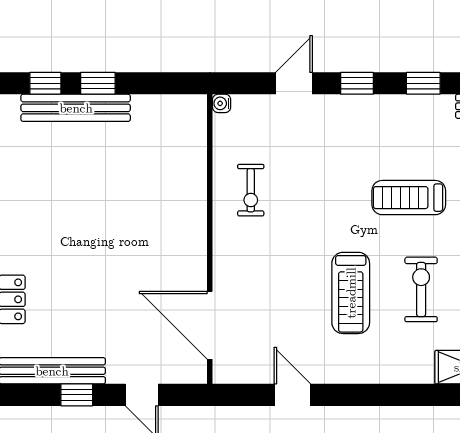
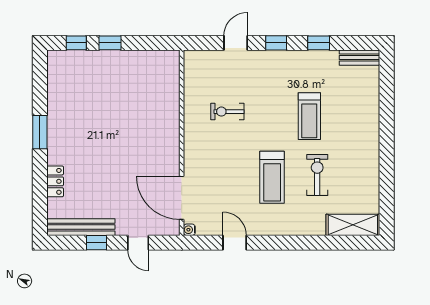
water cooler: (222, 103) -> (189, 230), moved
bench: (76, 108) -> (96, 59), removed
exercise bike: (251, 190) -> (227, 112), moved, turned 90
treadmill: (409, 198) -> (309, 116), turned -90

